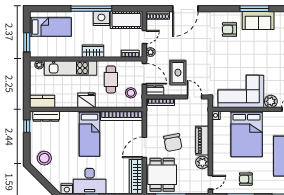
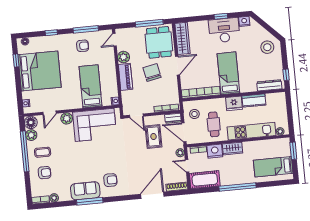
nightstand: (101, 19) -> (215, 151), moved, turned 180
door: (144, 37) -> (187, 166), hinge flipped
kitchen counter: (42, 101) -> (254, 100), moved
bed: (247, 134) -> (91, 86), width x0.67

